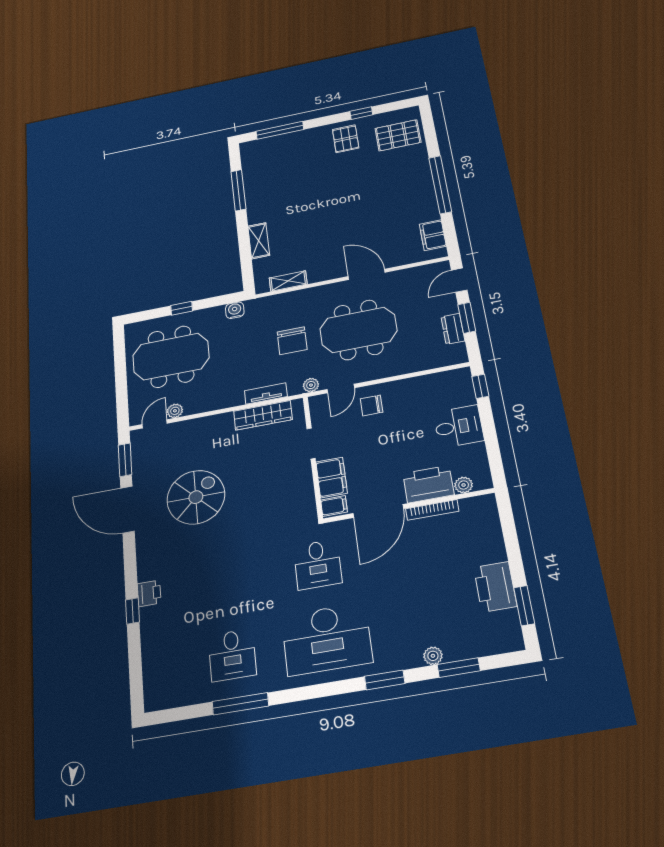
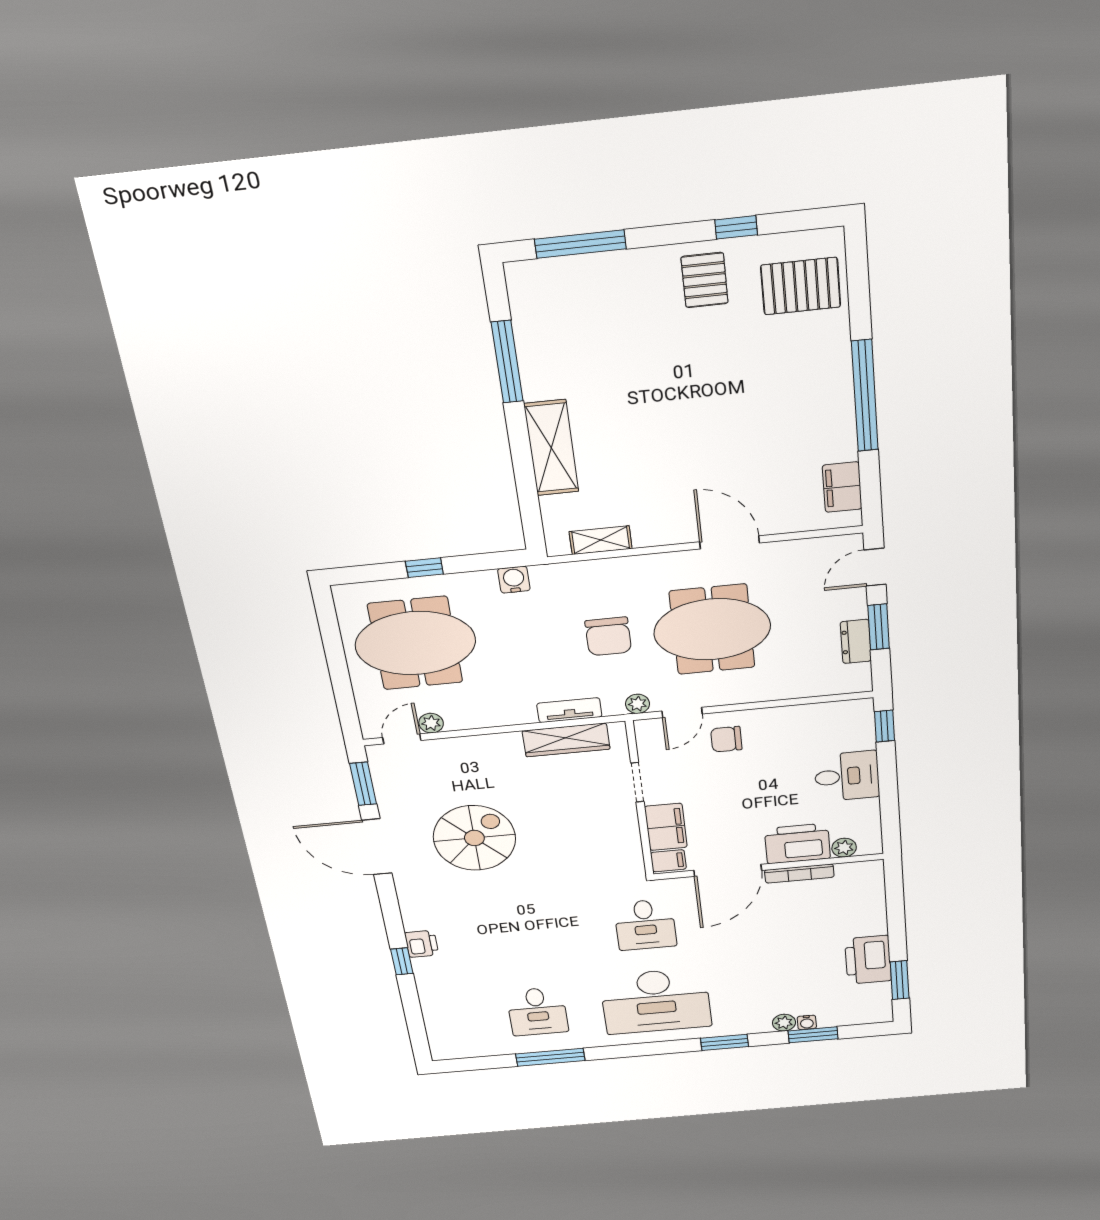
shelving: (259, 241) -> (551, 448), width x1.50, depth x1.33
water cooler: (452, 654) -> (807, 1022), added

